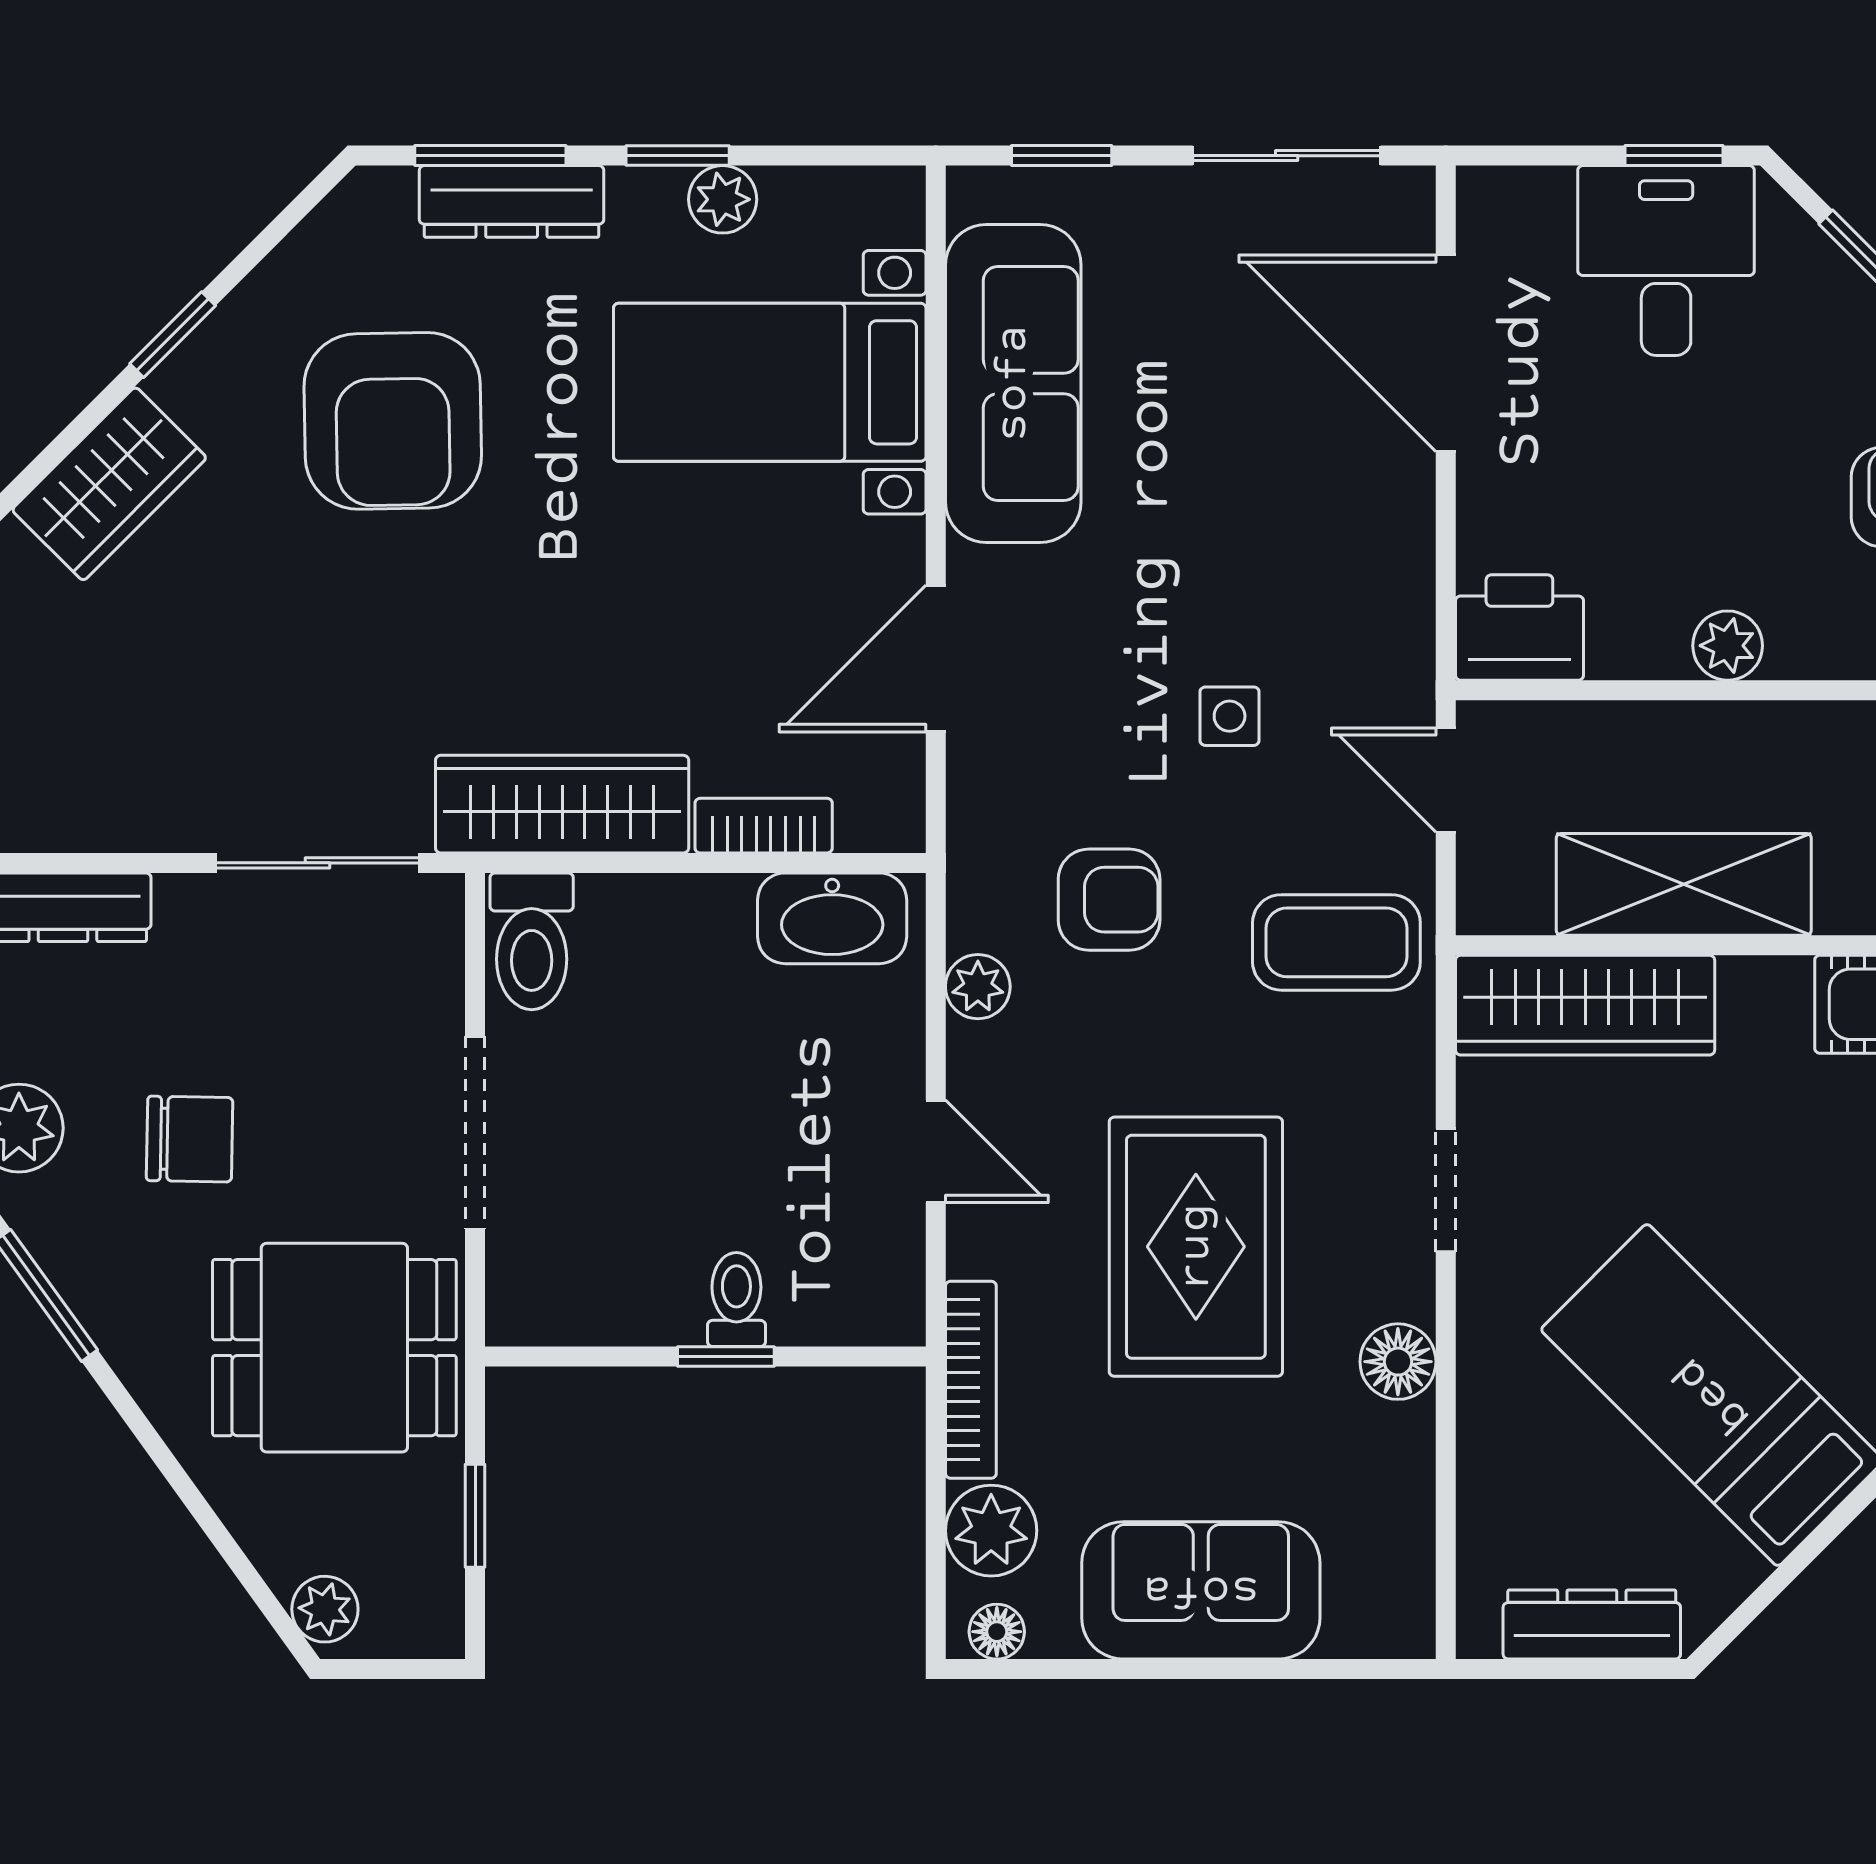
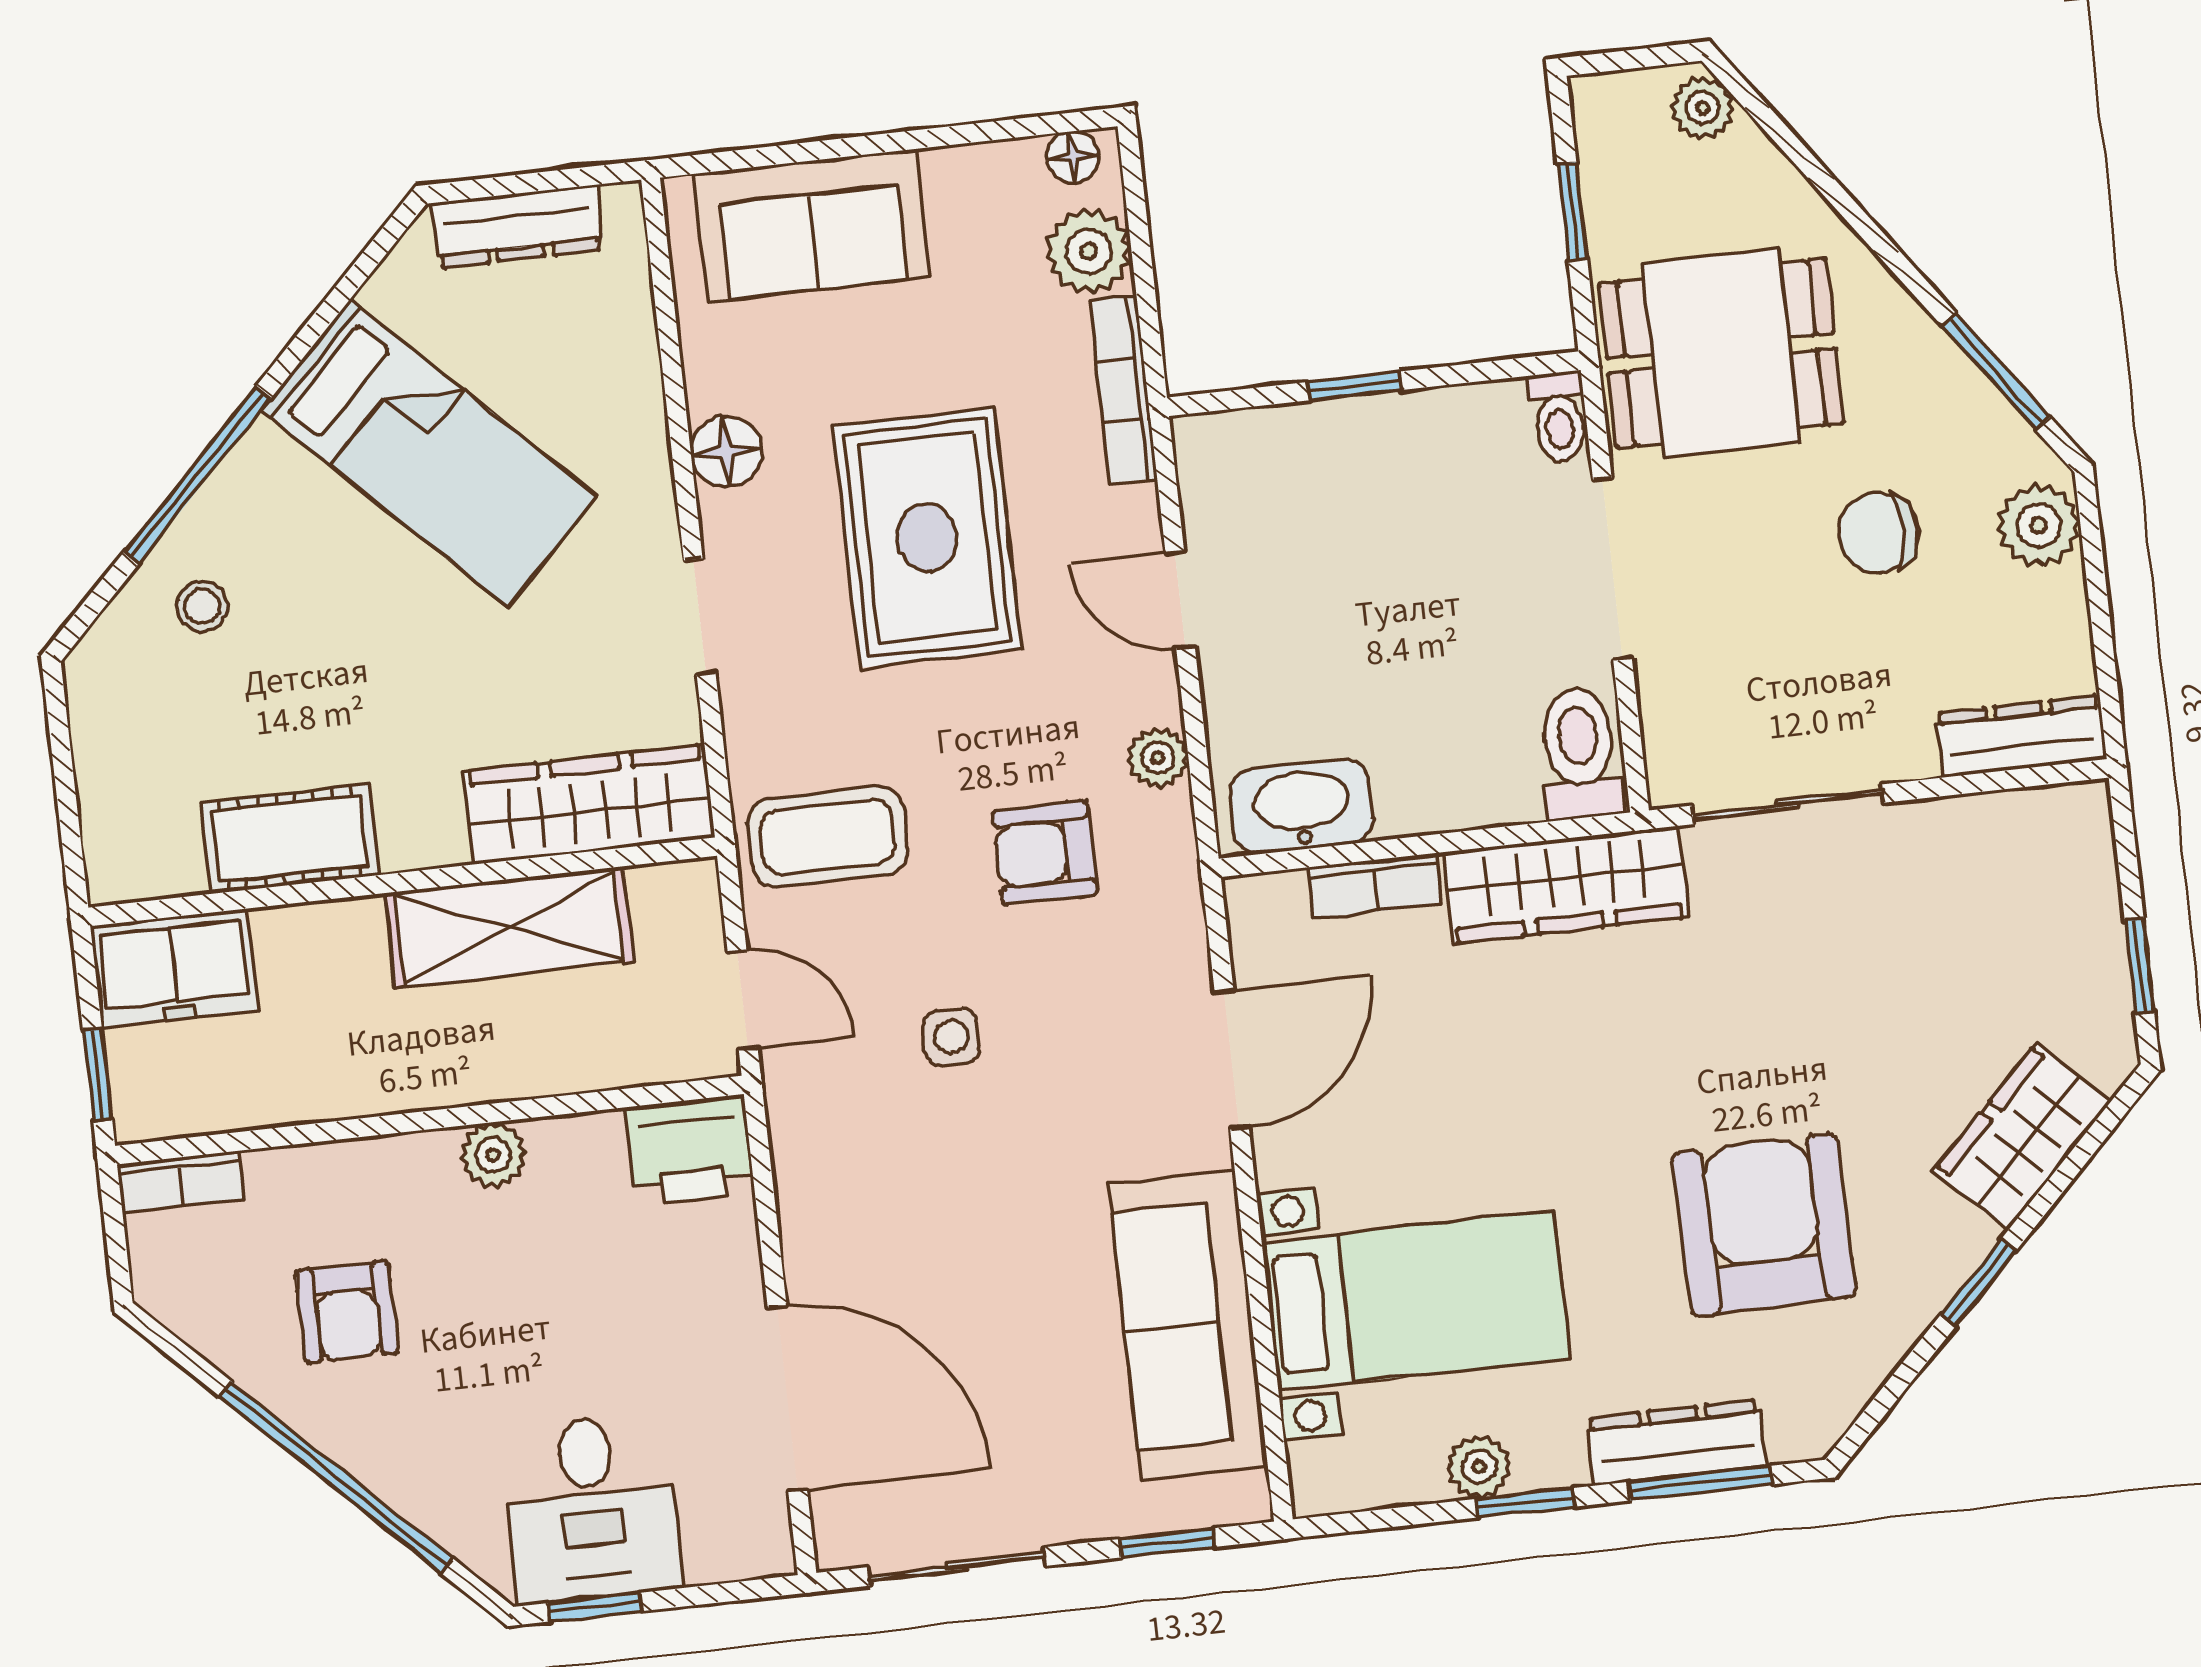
toilet: (736, 1299) -> (1559, 417), moved
sofa: (1201, 1590) -> (812, 226), moved

